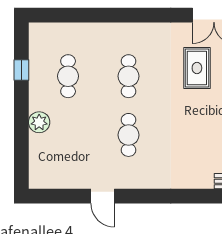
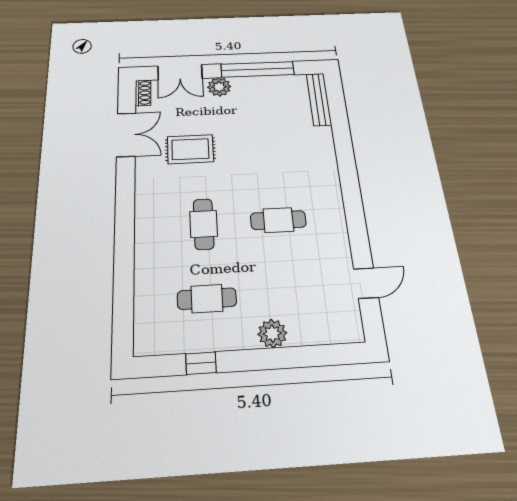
cafe table: (129, 76) -> (204, 224), turned 90
door: (103, 196) -> (366, 283), moved

